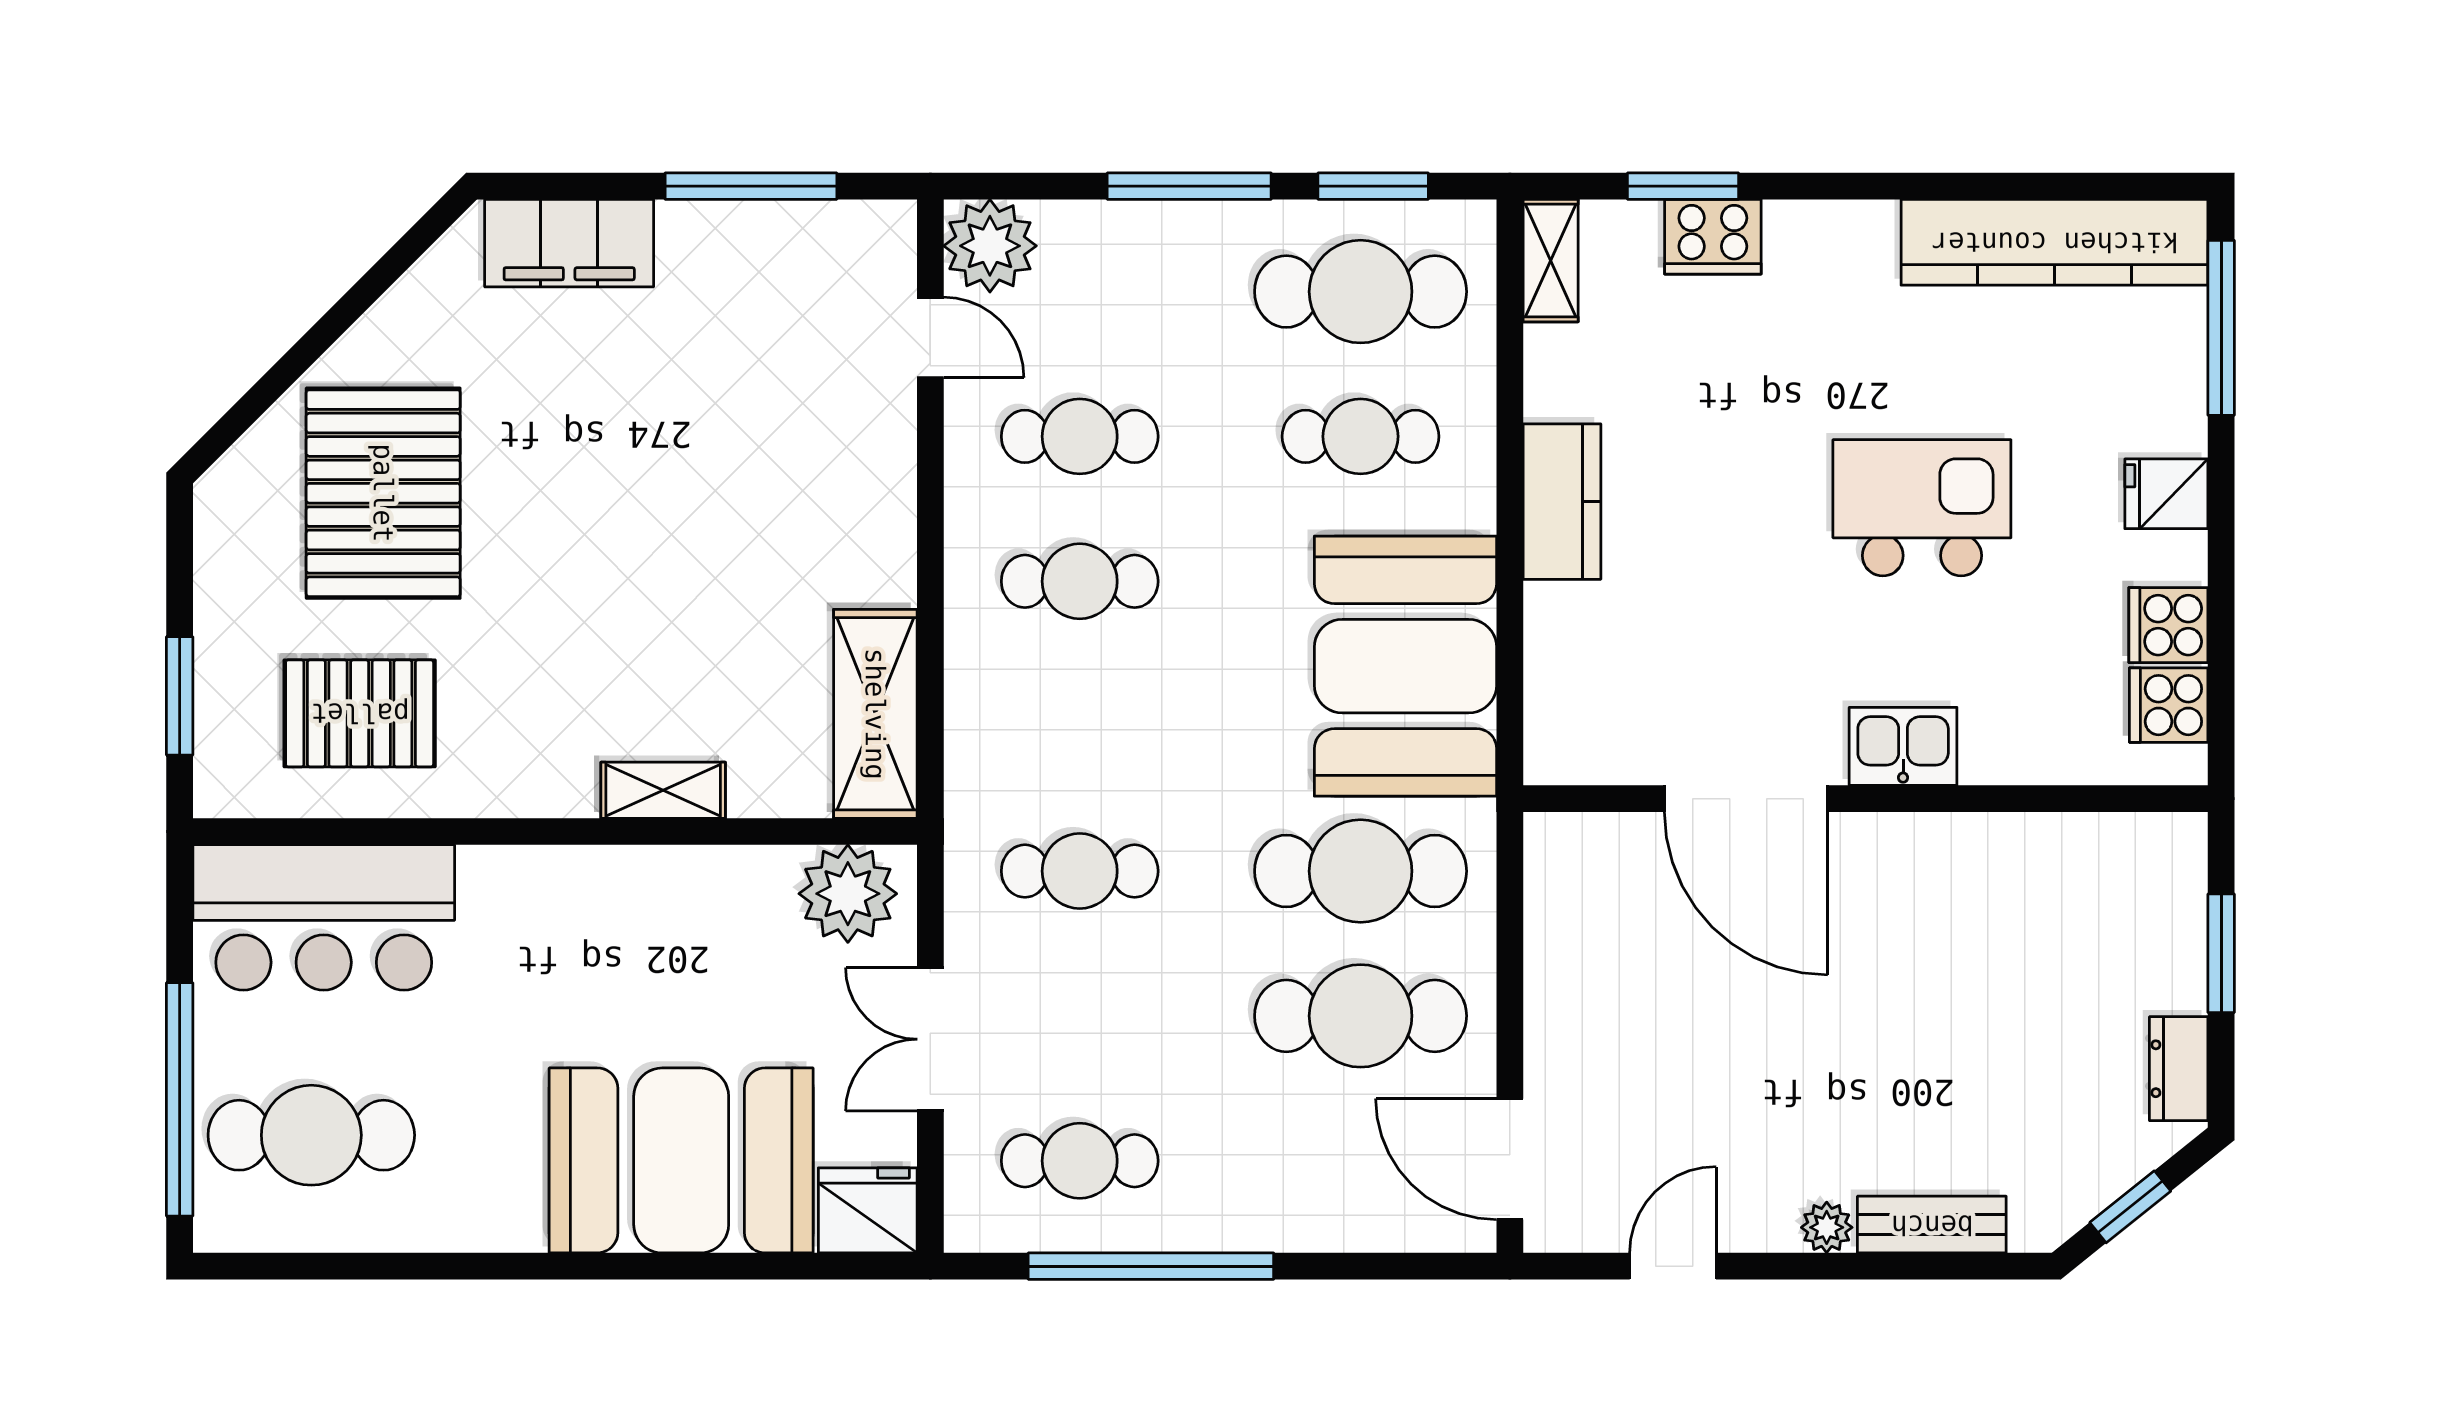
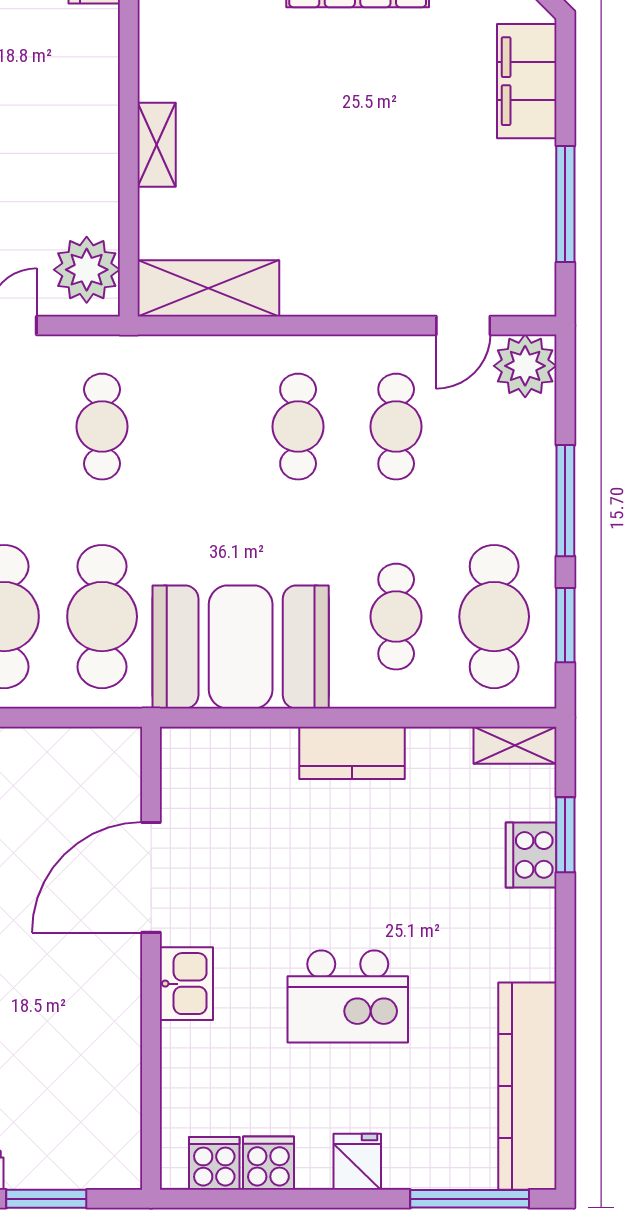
kitchen island: (1922, 508) -> (348, 996), turned 90

